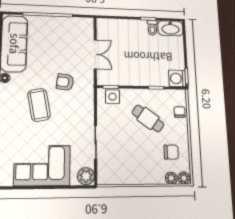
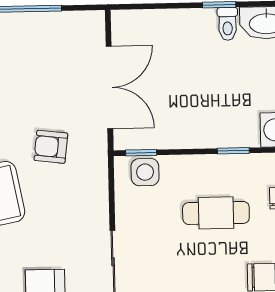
double door: (95, 54) -> (109, 87), width x1.37
cafe table: (148, 118) -> (216, 213), turned -36

